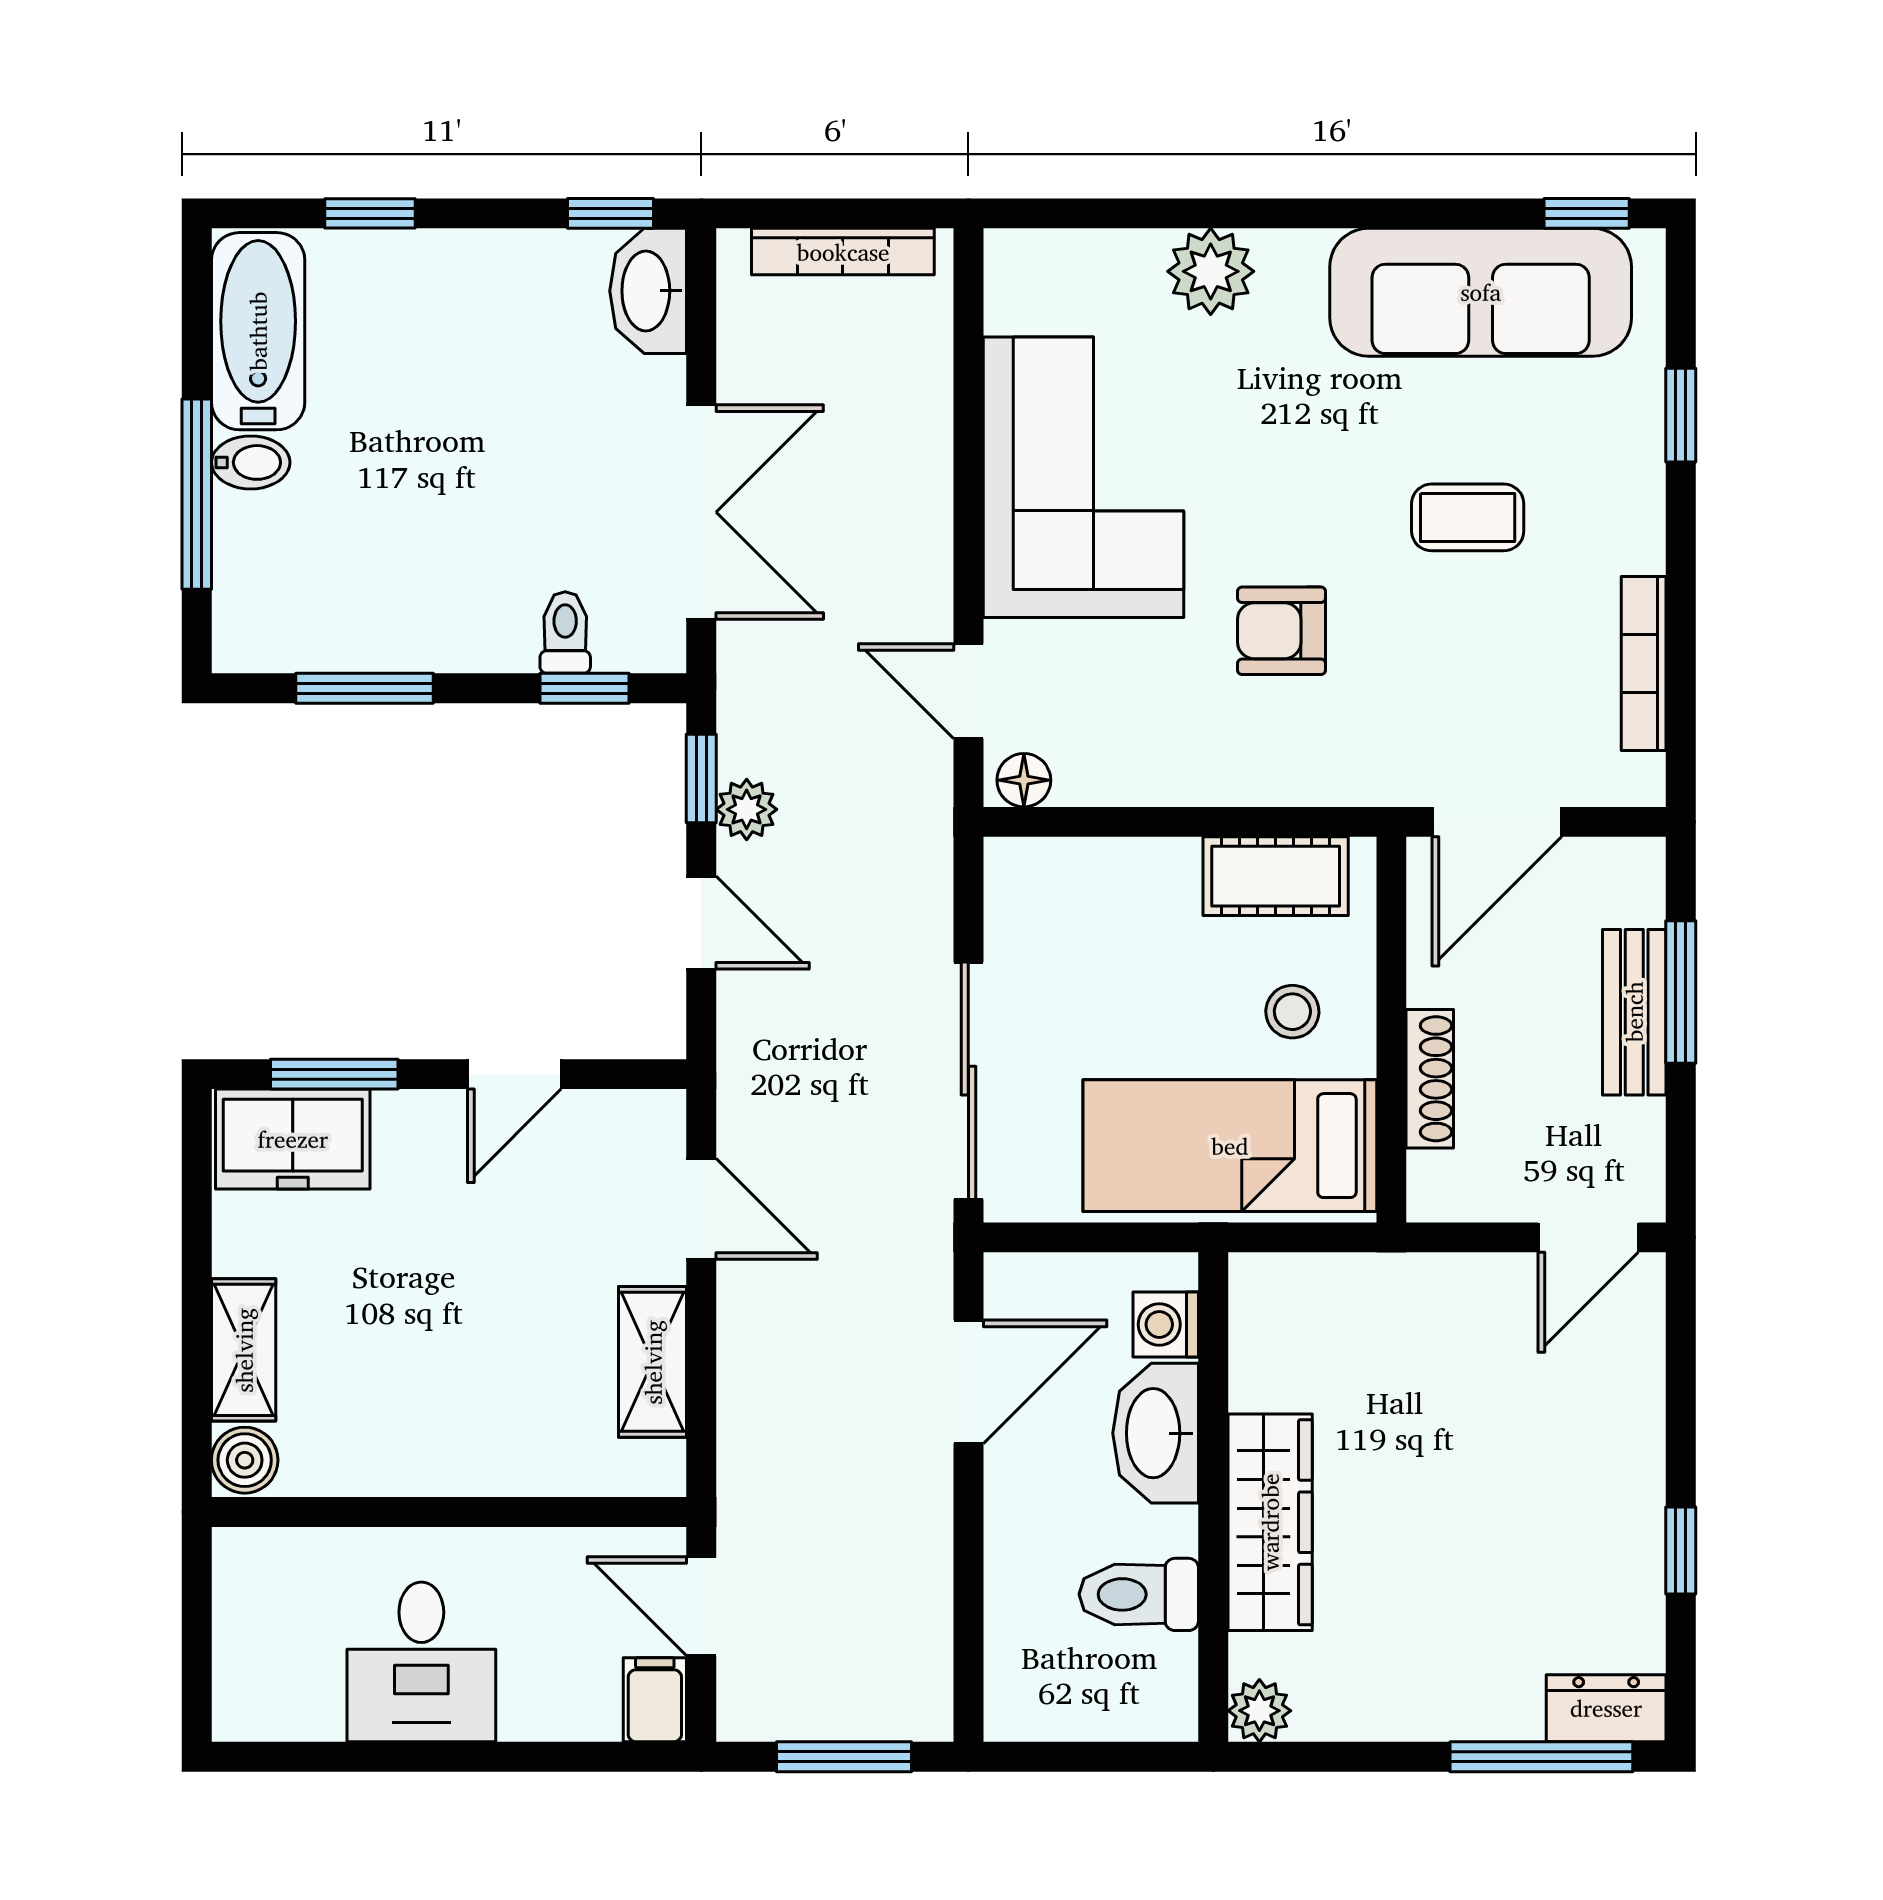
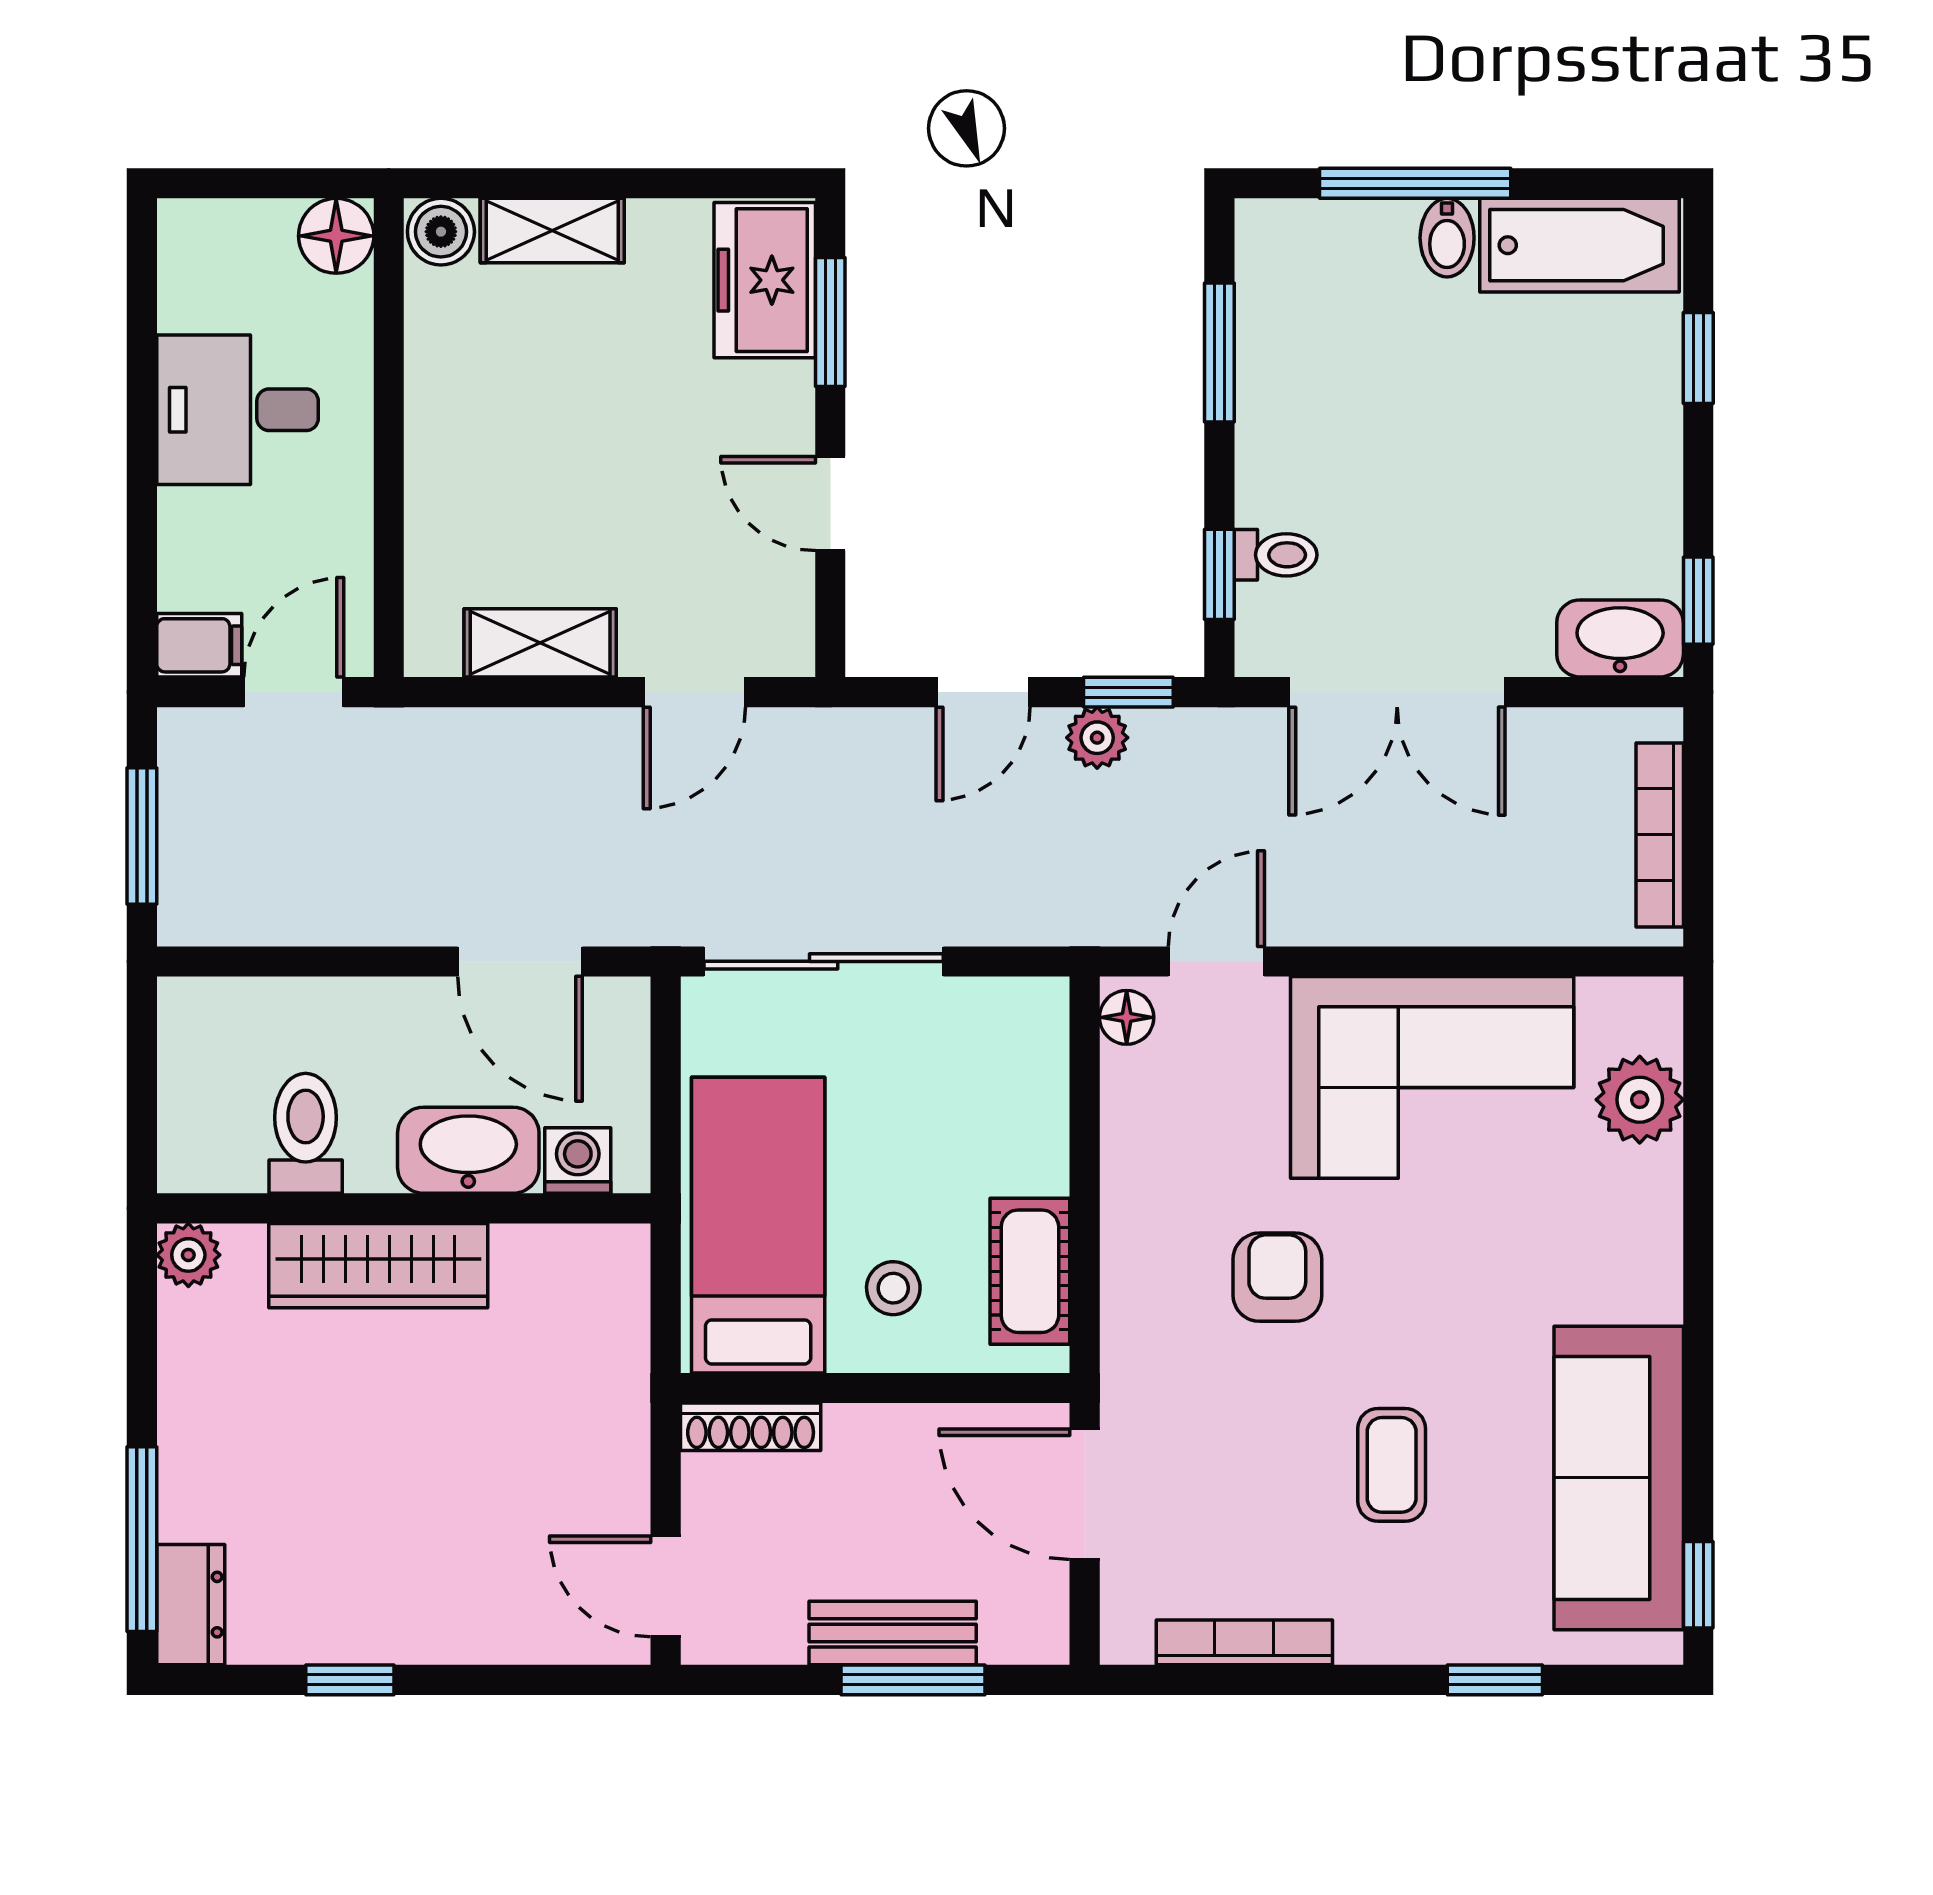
plant: (1211, 271) -> (1640, 1100), moved
shoe rack: (1430, 1079) -> (751, 1427), moved
floor lamp: (249, 1564) -> (336, 236), added

